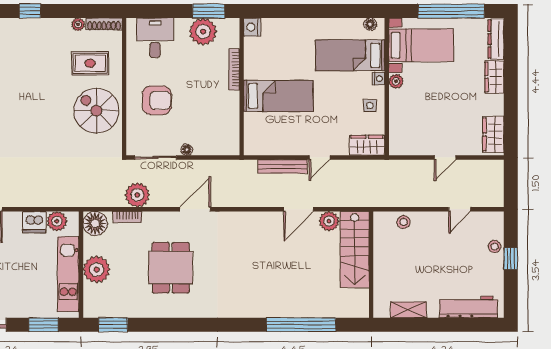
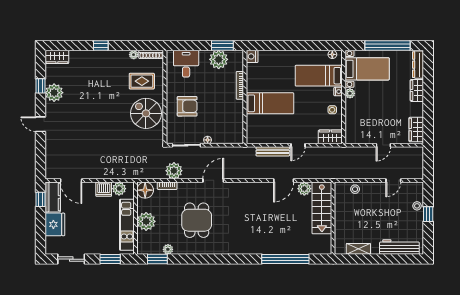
plant: (129, 310) -> (168, 249), added

